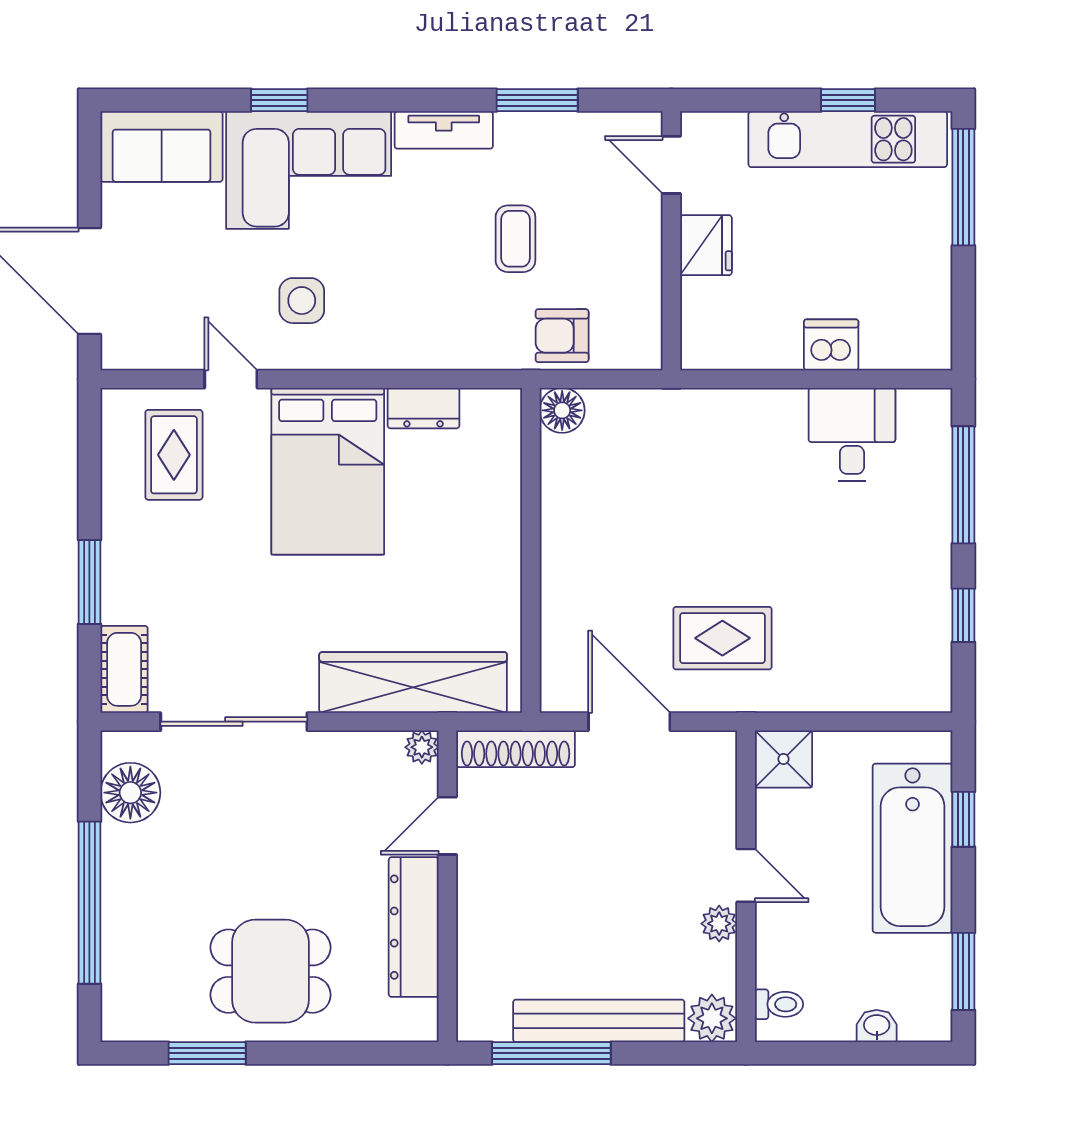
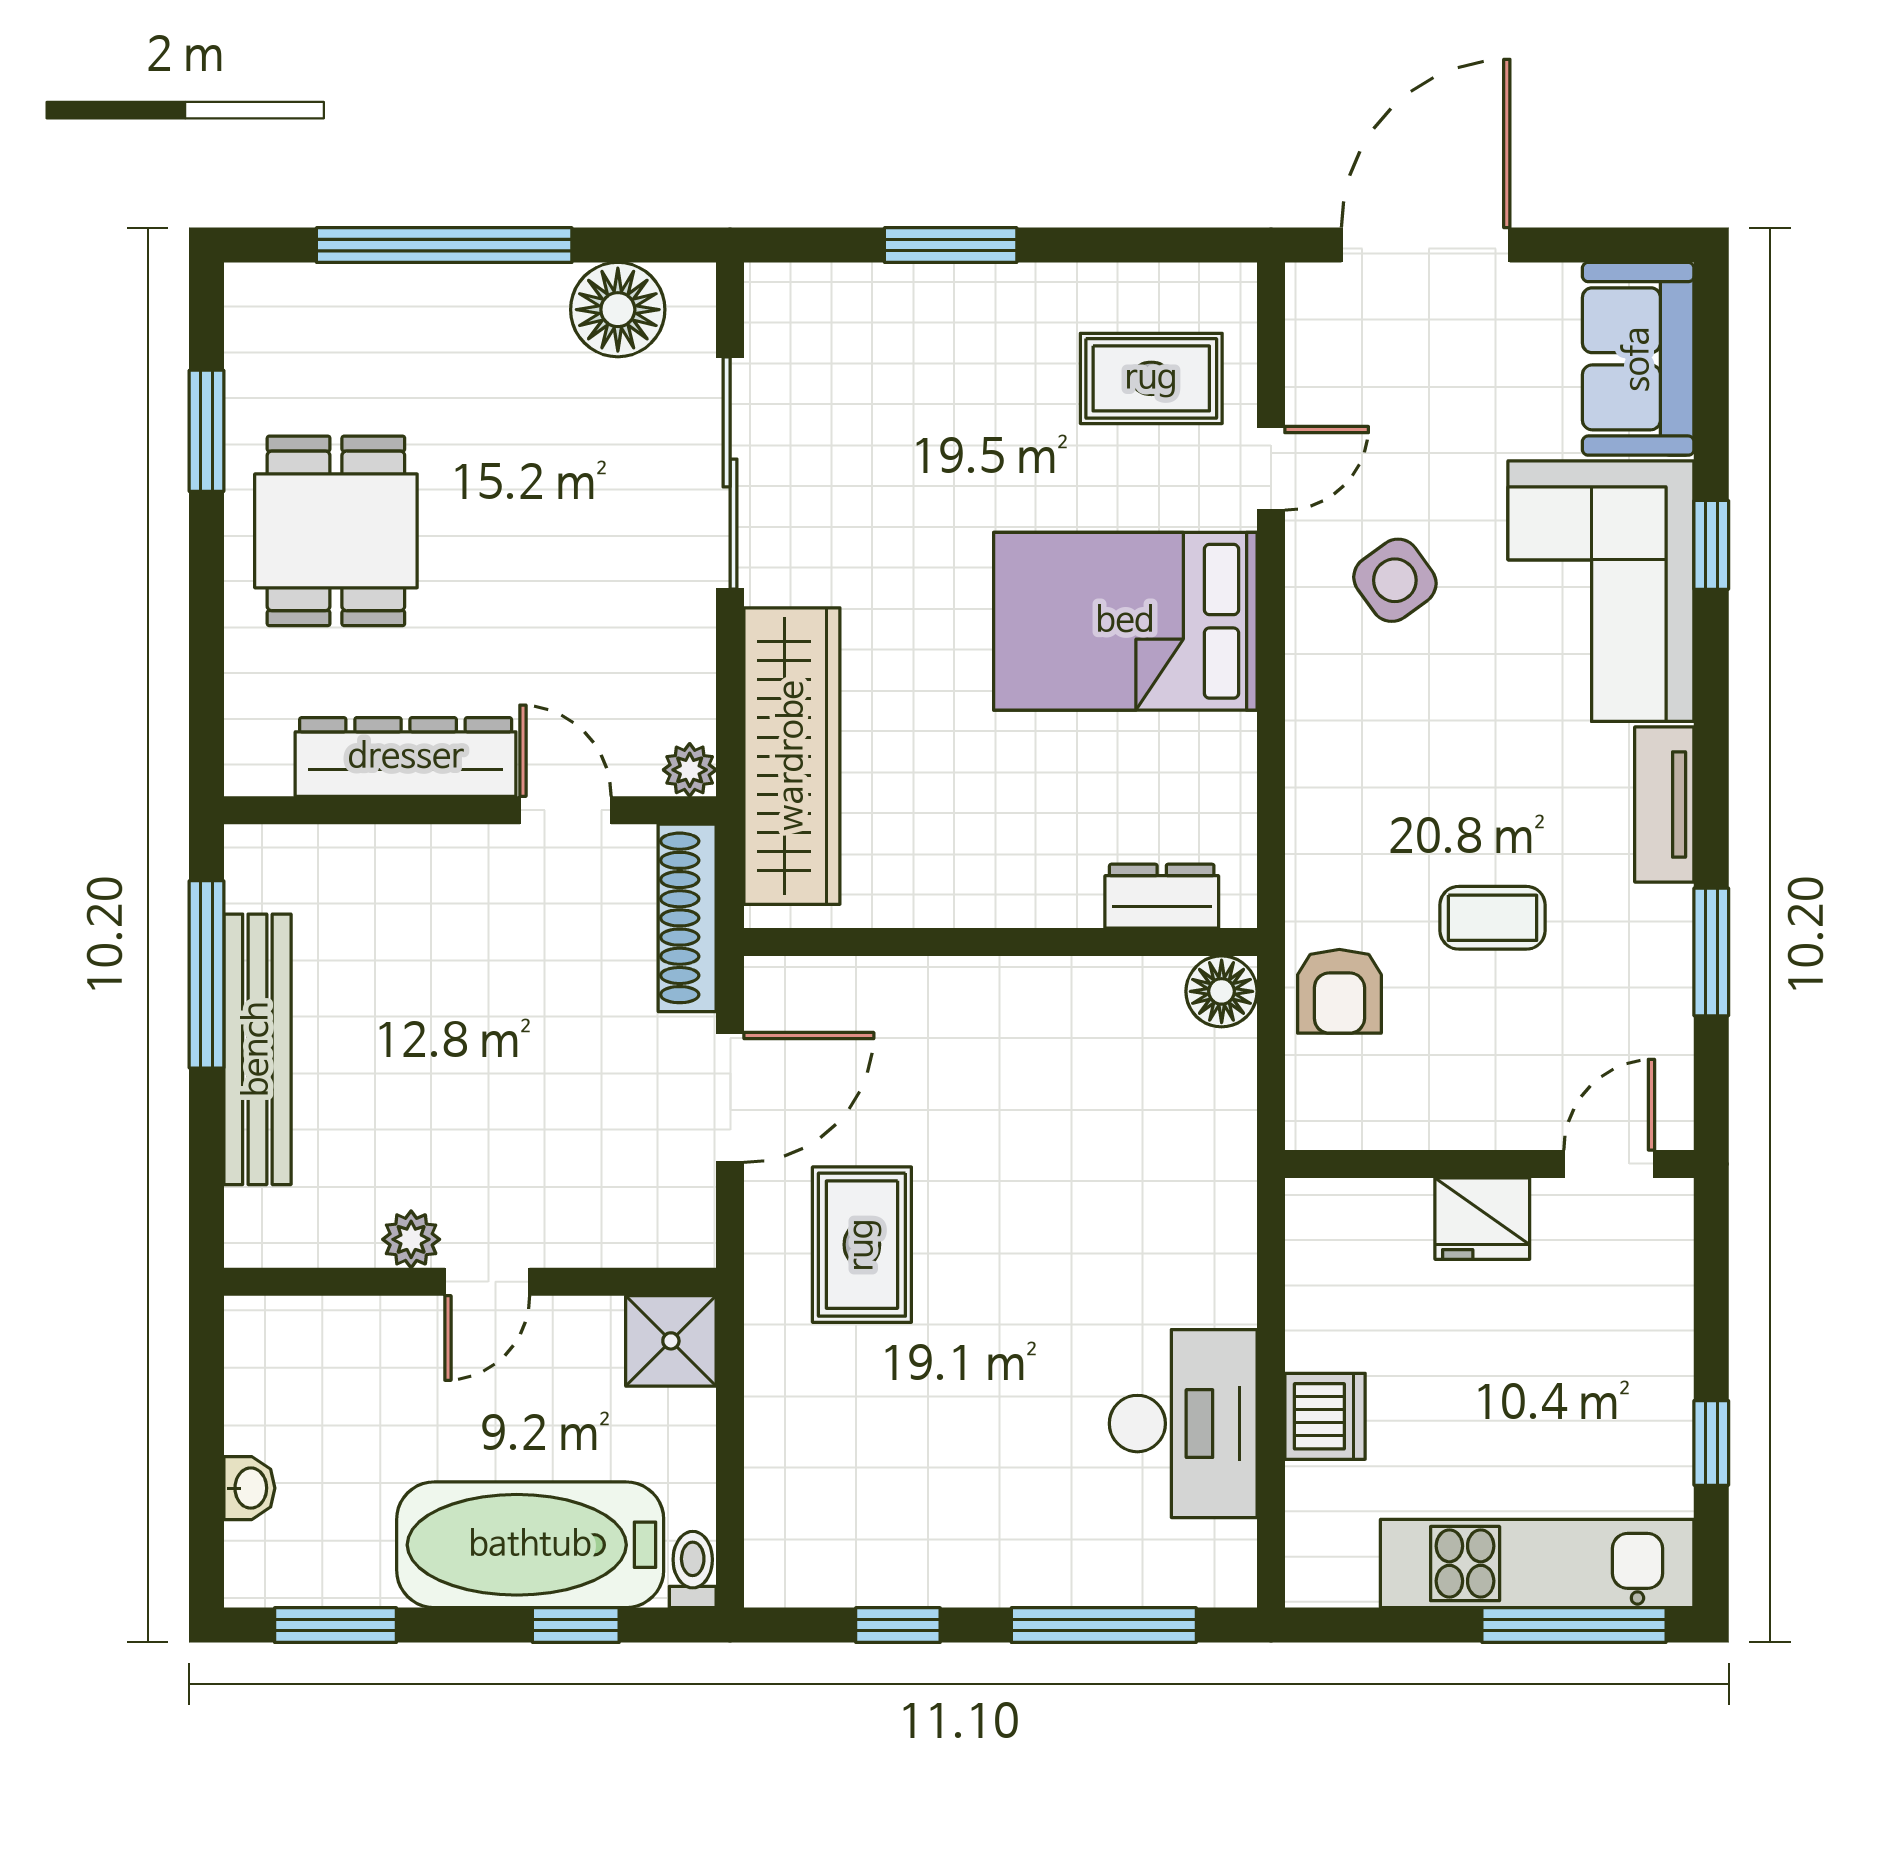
kitchen unit: (848, 139) -> (1537, 1564), moved, turned 90
side table: (302, 301) -> (1395, 580), turned -36
armchair: (562, 336) -> (1339, 991), turned 180
dresser: (423, 408) -> (1162, 896), moved, turned 90
desk: (852, 435) -> (1183, 1424), width x1.37
cot: (124, 669) -> (812, 300), removed
toilet: (779, 1004) -> (693, 1570), moved, turned 180
plant: (712, 1018) -> (262, 1228), removed

